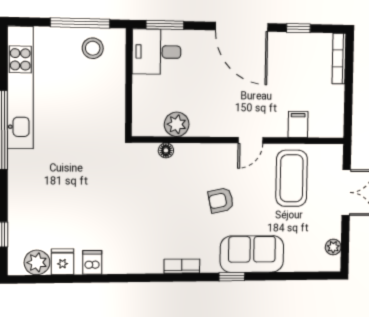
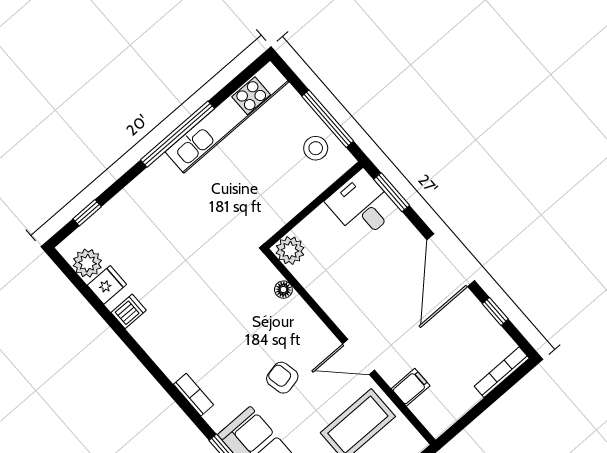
plant: (177, 124) -> (290, 250), moved
door: (250, 140) -> (359, 357), width x1.37

